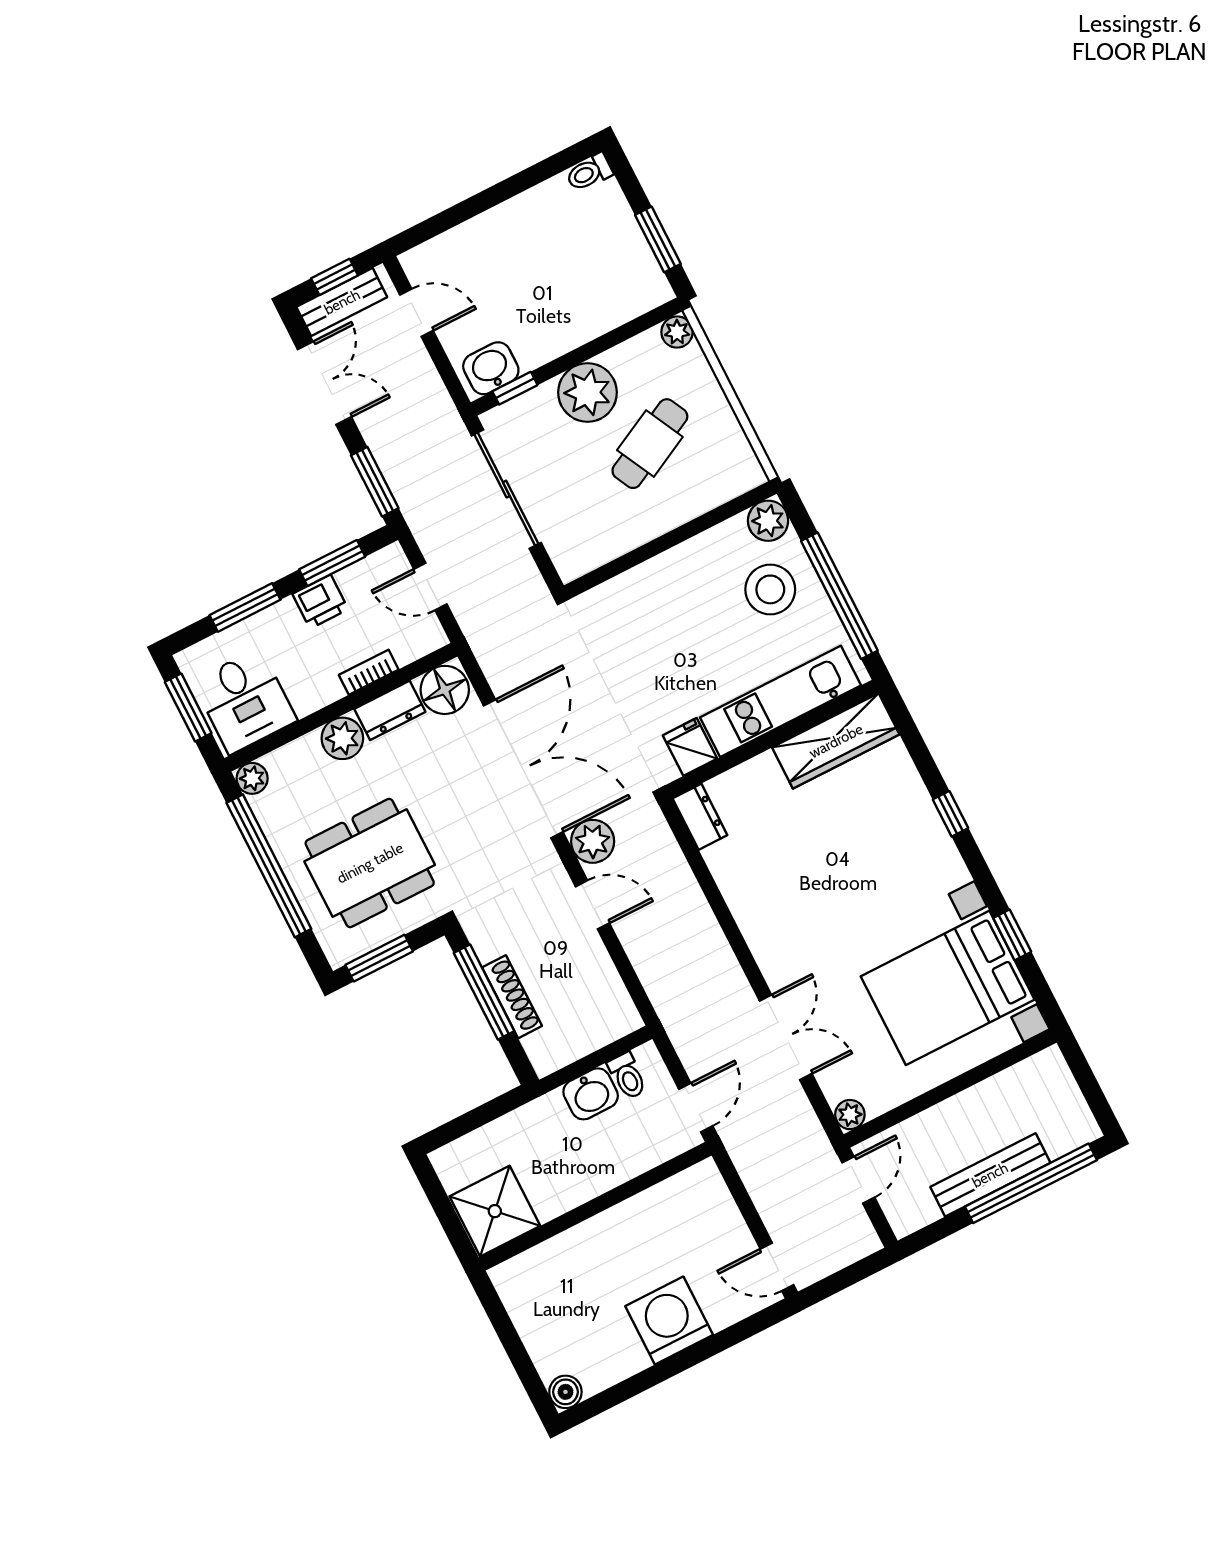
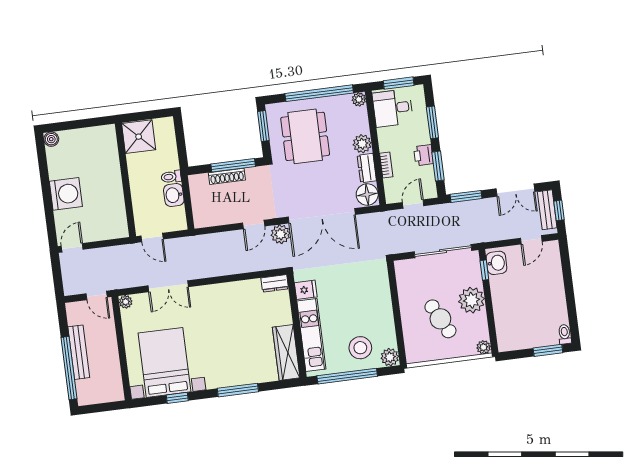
window: (658, 239) -> (548, 350), moved
window: (951, 814) -> (238, 390), width x2.17
toilet: (627, 1076) -> (171, 177), moved

